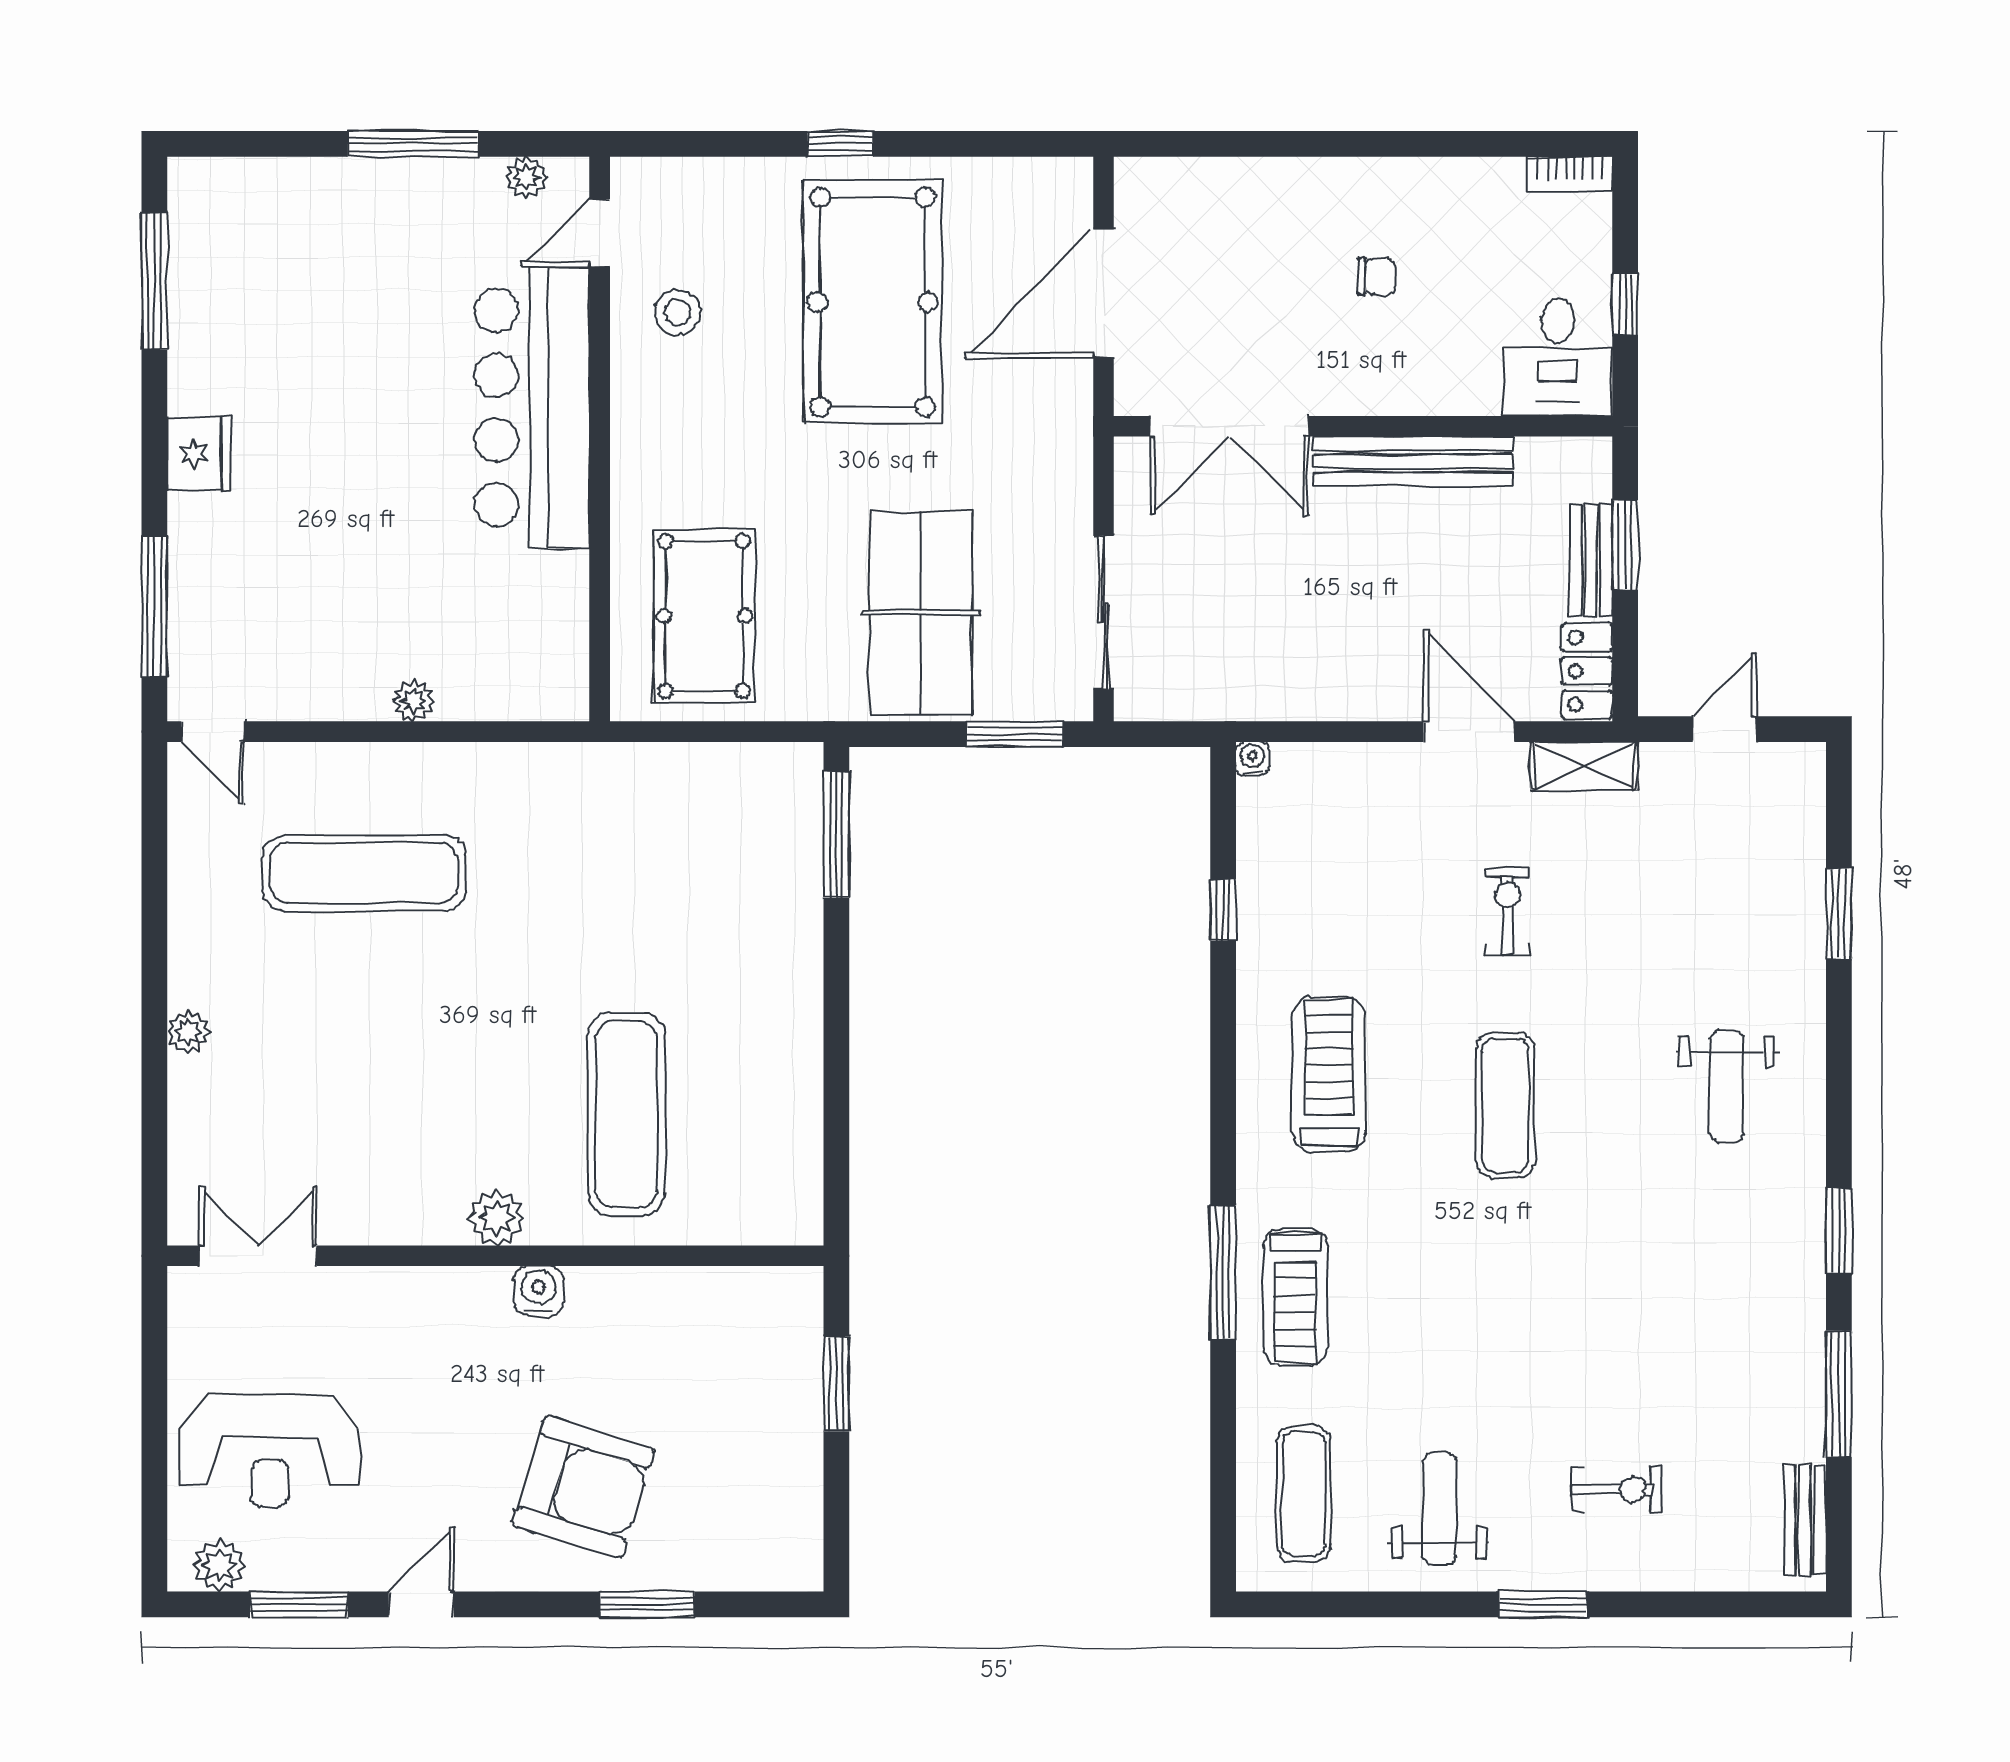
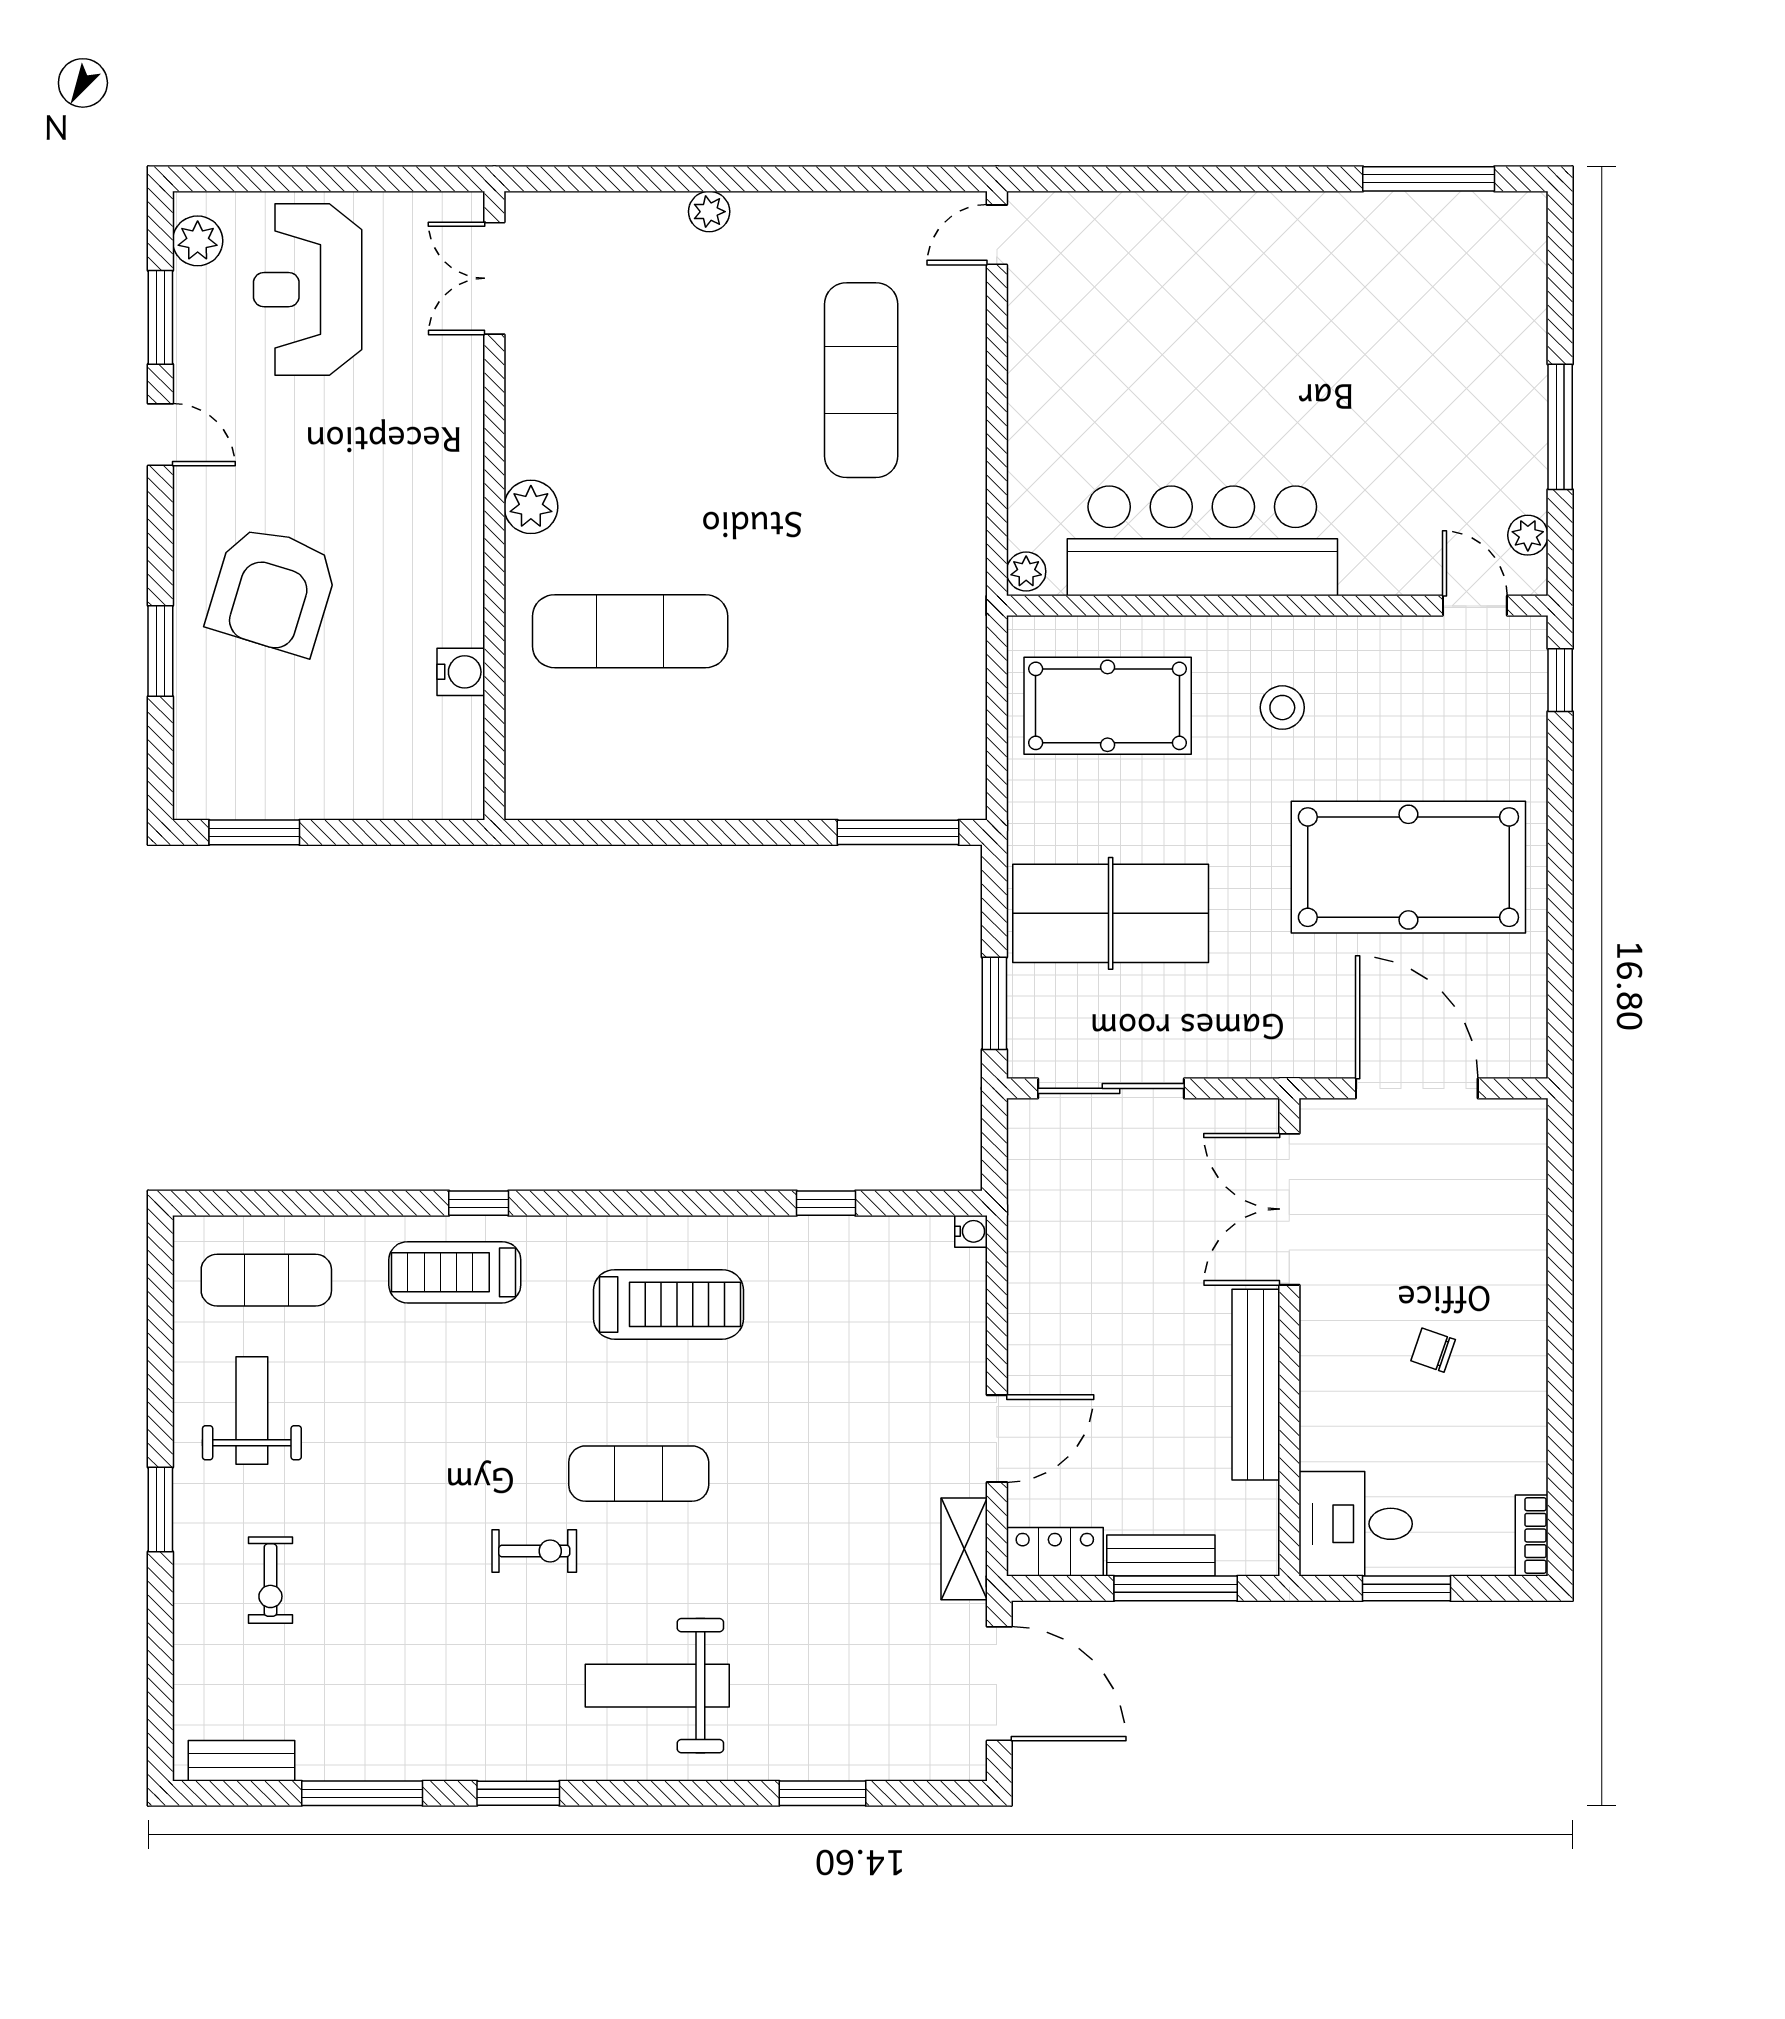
window: (840, 144) -> (1560, 680), moved
chair: (1377, 276) -> (1433, 1350), turned 109
window: (1625, 304) -> (1407, 1588), width x1.50
stool: (677, 312) -> (1282, 708), moved
bar counter: (532, 408) -> (1202, 541), moved
fridge: (199, 454) -> (1263, 222), removed
window: (1625, 545) -> (1176, 1588), width x1.44
window: (154, 607) -> (1117, 179), removed
plant: (414, 701) -> (1026, 571), moved
door: (1725, 729) -> (999, 1684), width x1.88
exercise bike: (1507, 911) -> (534, 1551), moved
weight bench: (1727, 1086) -> (657, 1686), width x1.36, depth x1.33
double door: (258, 1256) -> (494, 278), swing flipped
window: (1223, 1272) -> (479, 1203), width x0.46
water cooler: (539, 1291) -> (461, 672), moved
window: (836, 1384) -> (254, 832), moved
weight bench: (1439, 1509) -> (252, 1410), turned -90

